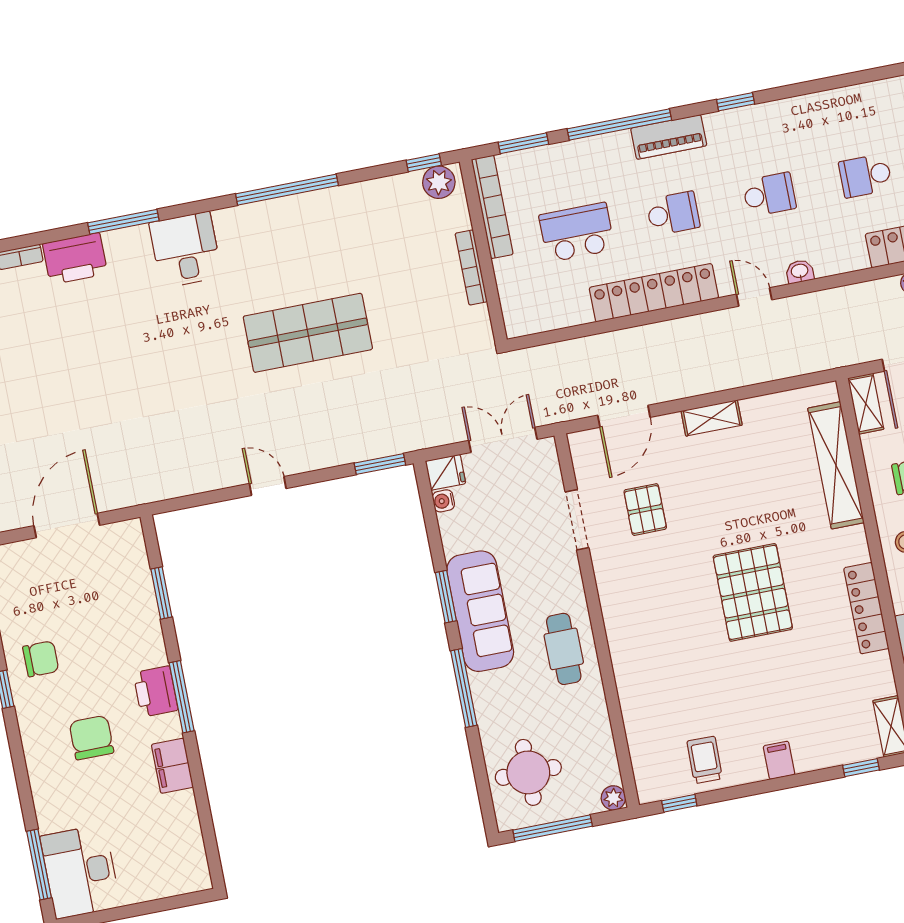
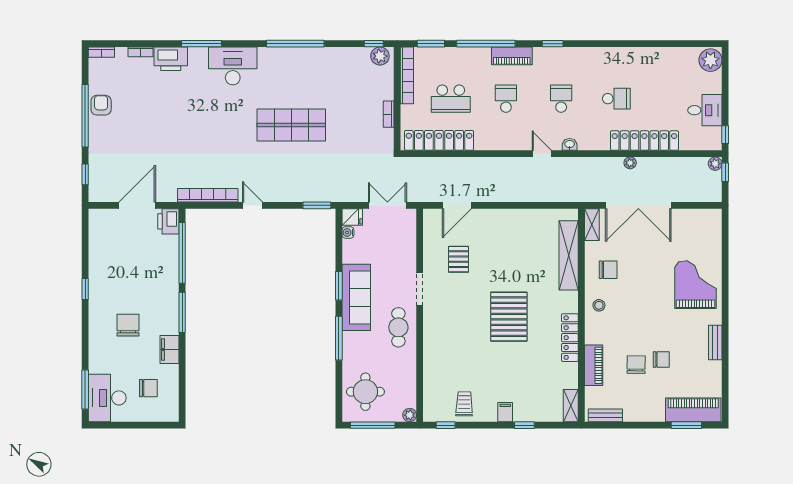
school desk: (865, 176) -> (616, 99), turned 180
school desk: (769, 195) -> (561, 99), turned -90
school desk: (673, 213) -> (506, 99), turned -90
school desk: (577, 232) -> (451, 99), turned 180
desk: (186, 250) -> (233, 66), width x1.37
bookcase: (471, 267) -> (389, 114), width x0.64
locker: (654, 293) -> (439, 140), moved
shelving: (712, 418) -> (505, 216), removed
bookcase: (186, 484) -> (208, 195), added
doorway: (577, 520) -> (420, 289), moved
window: (161, 593) -> (182, 253), width x2.11
chair: (41, 659) -> (148, 388), moved
printer: (156, 691) -> (168, 221), moved
window: (861, 768) -> (524, 425), moved

